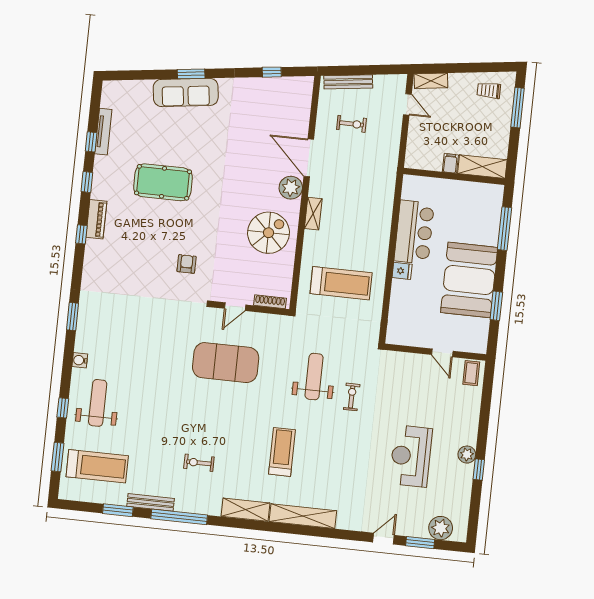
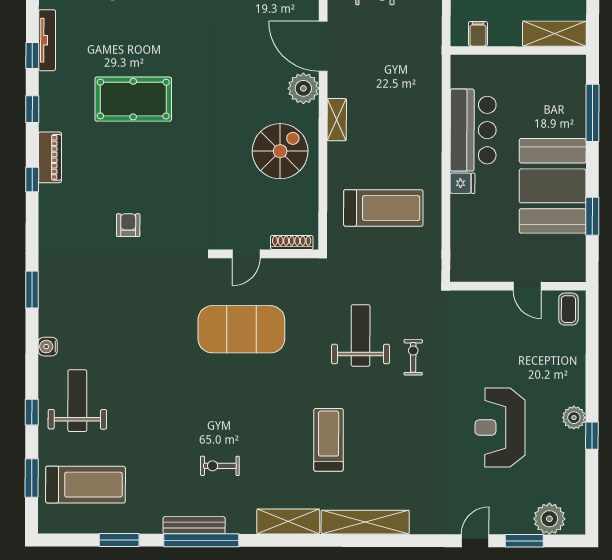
filing cabinet: (450, 163) -> (478, 34), moved
armchair: (187, 264) -> (128, 225), moved
bench: (151, 502) -> (194, 525), moved

